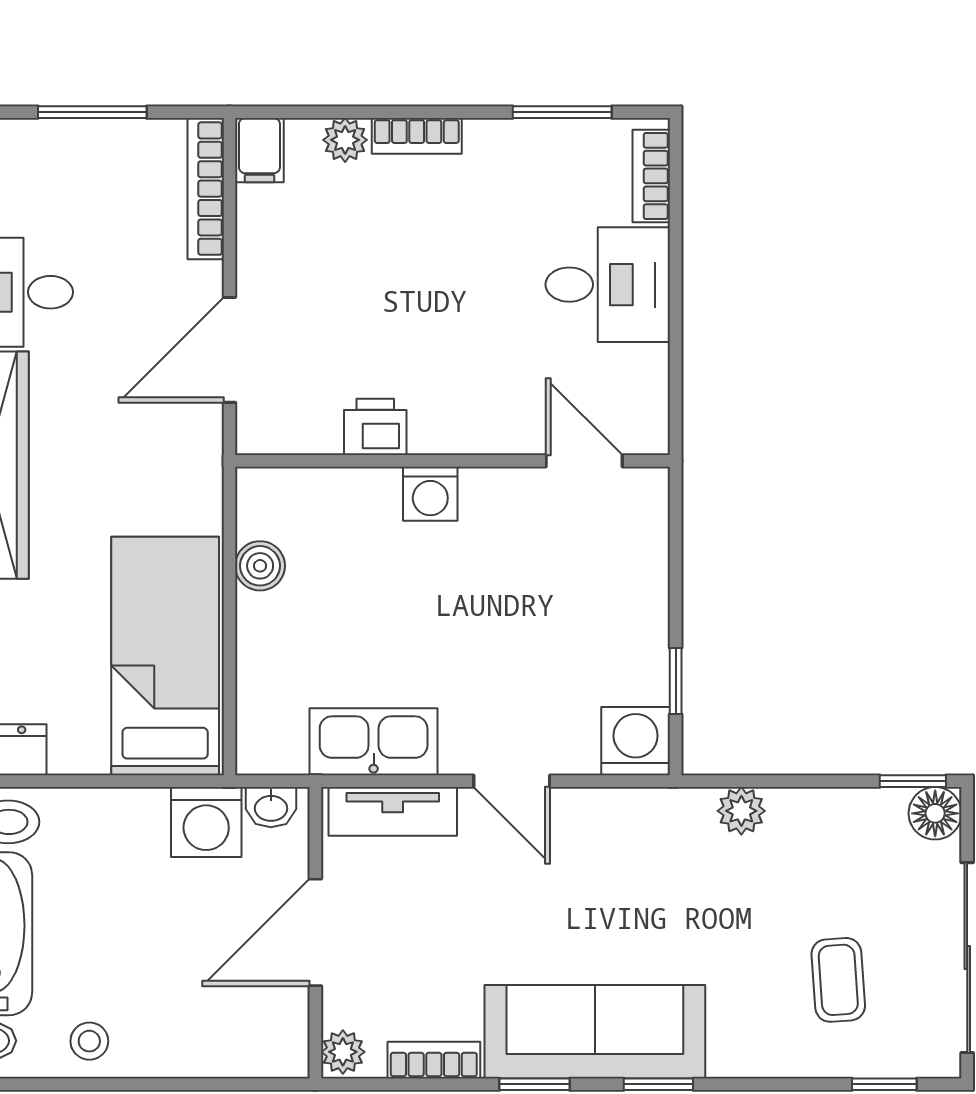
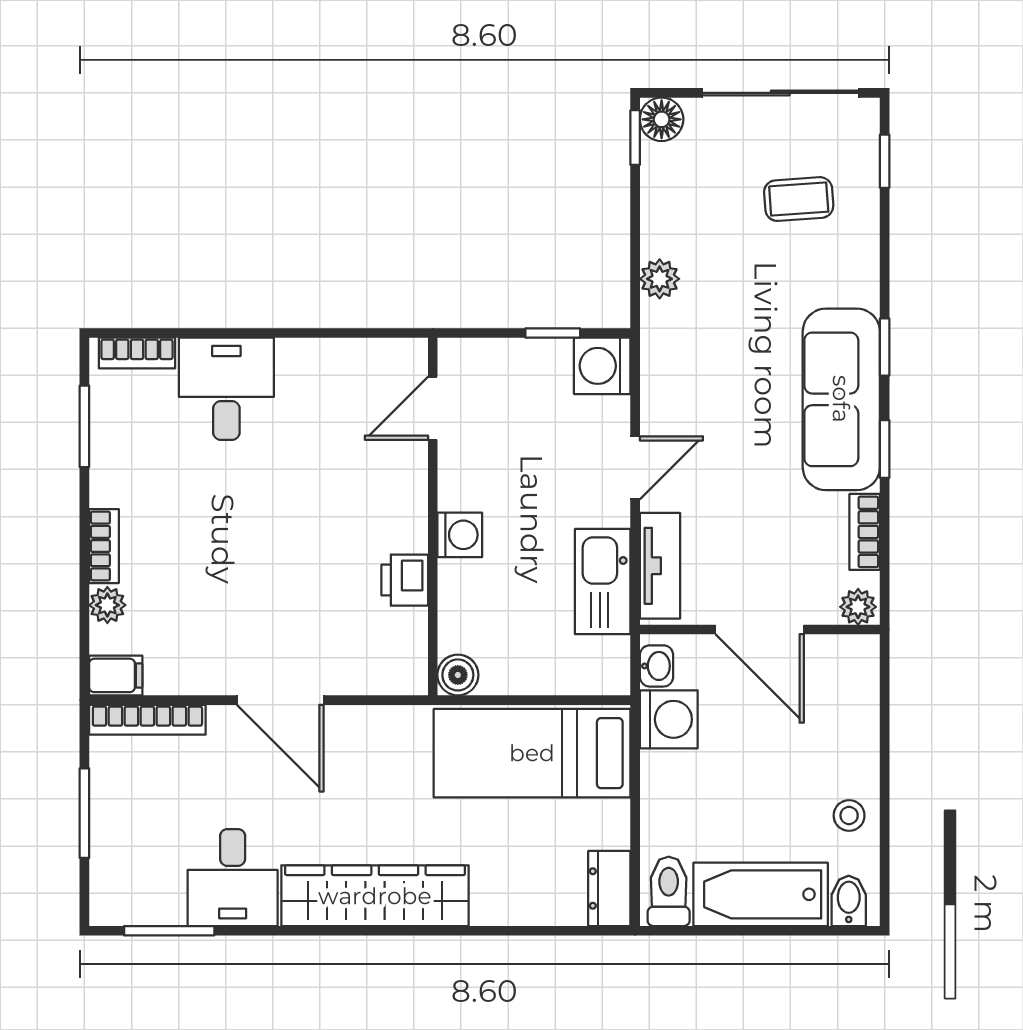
printer: (375, 427) -> (405, 580), moved
wall: (453, 461) -> (433, 517), moved
door: (584, 461) -> (433, 408), moved
washing machine: (430, 494) -> (460, 535), moved

